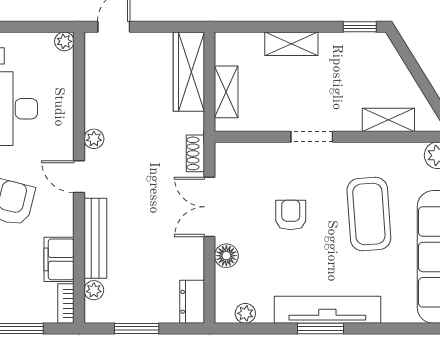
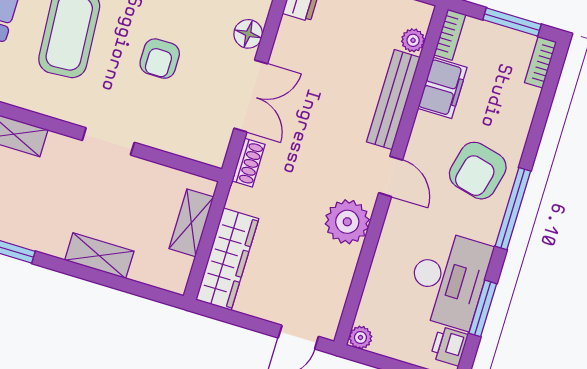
plant: (94, 139) -> (347, 222), width x1.88, depth x1.88

